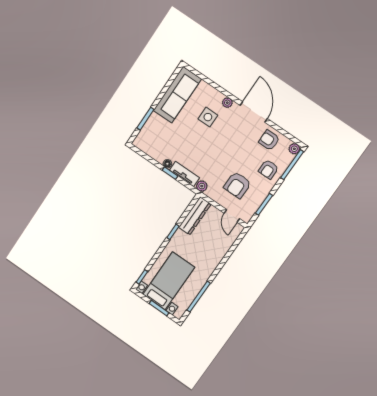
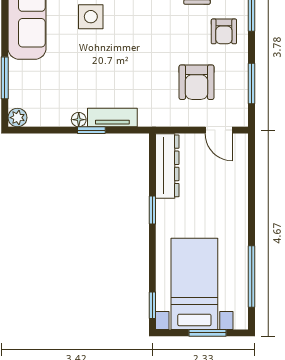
plant: (202, 186) -> (17, 118), moved

